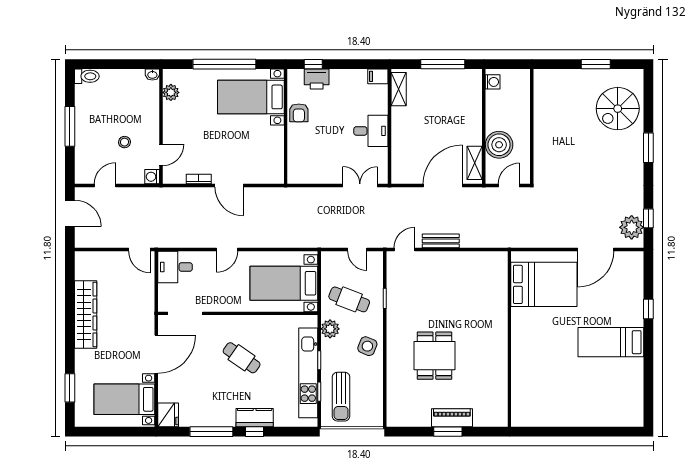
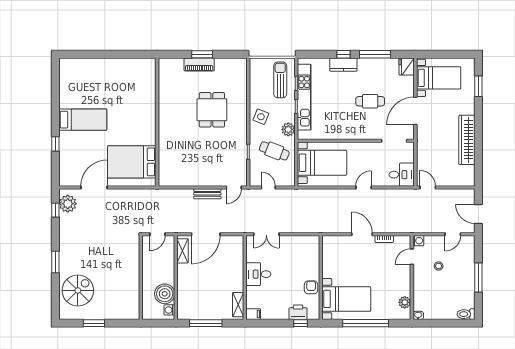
boiler: (499, 145) -> (165, 294), moved
cafe table: (242, 358) -> (370, 101), moved, turned -35

